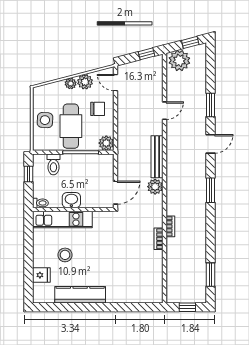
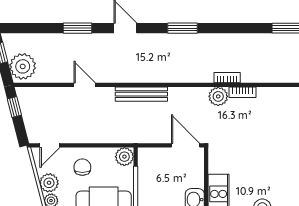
plant: (155, 187) -> (218, 96), moved

